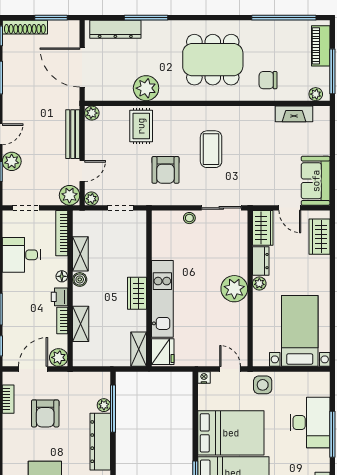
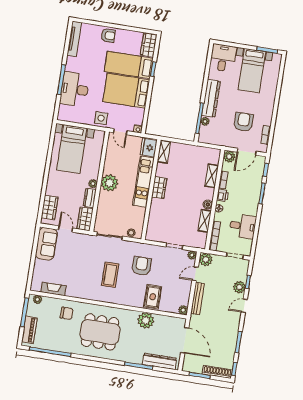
wall: (149, 288) -> (151, 190), moved
wardrobe: (137, 293) -> (159, 188), moved
kitchen unit: (162, 299) -> (143, 182), moved
shelving: (139, 349) -> (164, 152), moved
fridge: (163, 352) -> (149, 148), moved

